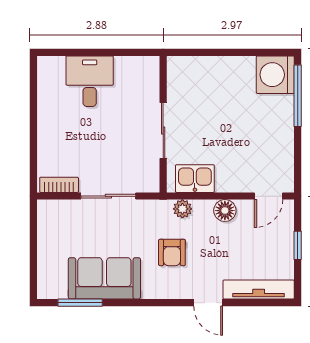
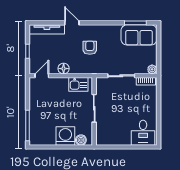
boiler: (190, 66) -> (81, 140), added
washing machine: (275, 75) -> (65, 136), moved, turned -90
desk: (90, 81) -> (143, 133), moved
plant: (182, 209) -> (152, 69), moved
sofa: (104, 278) -> (139, 35), moved

